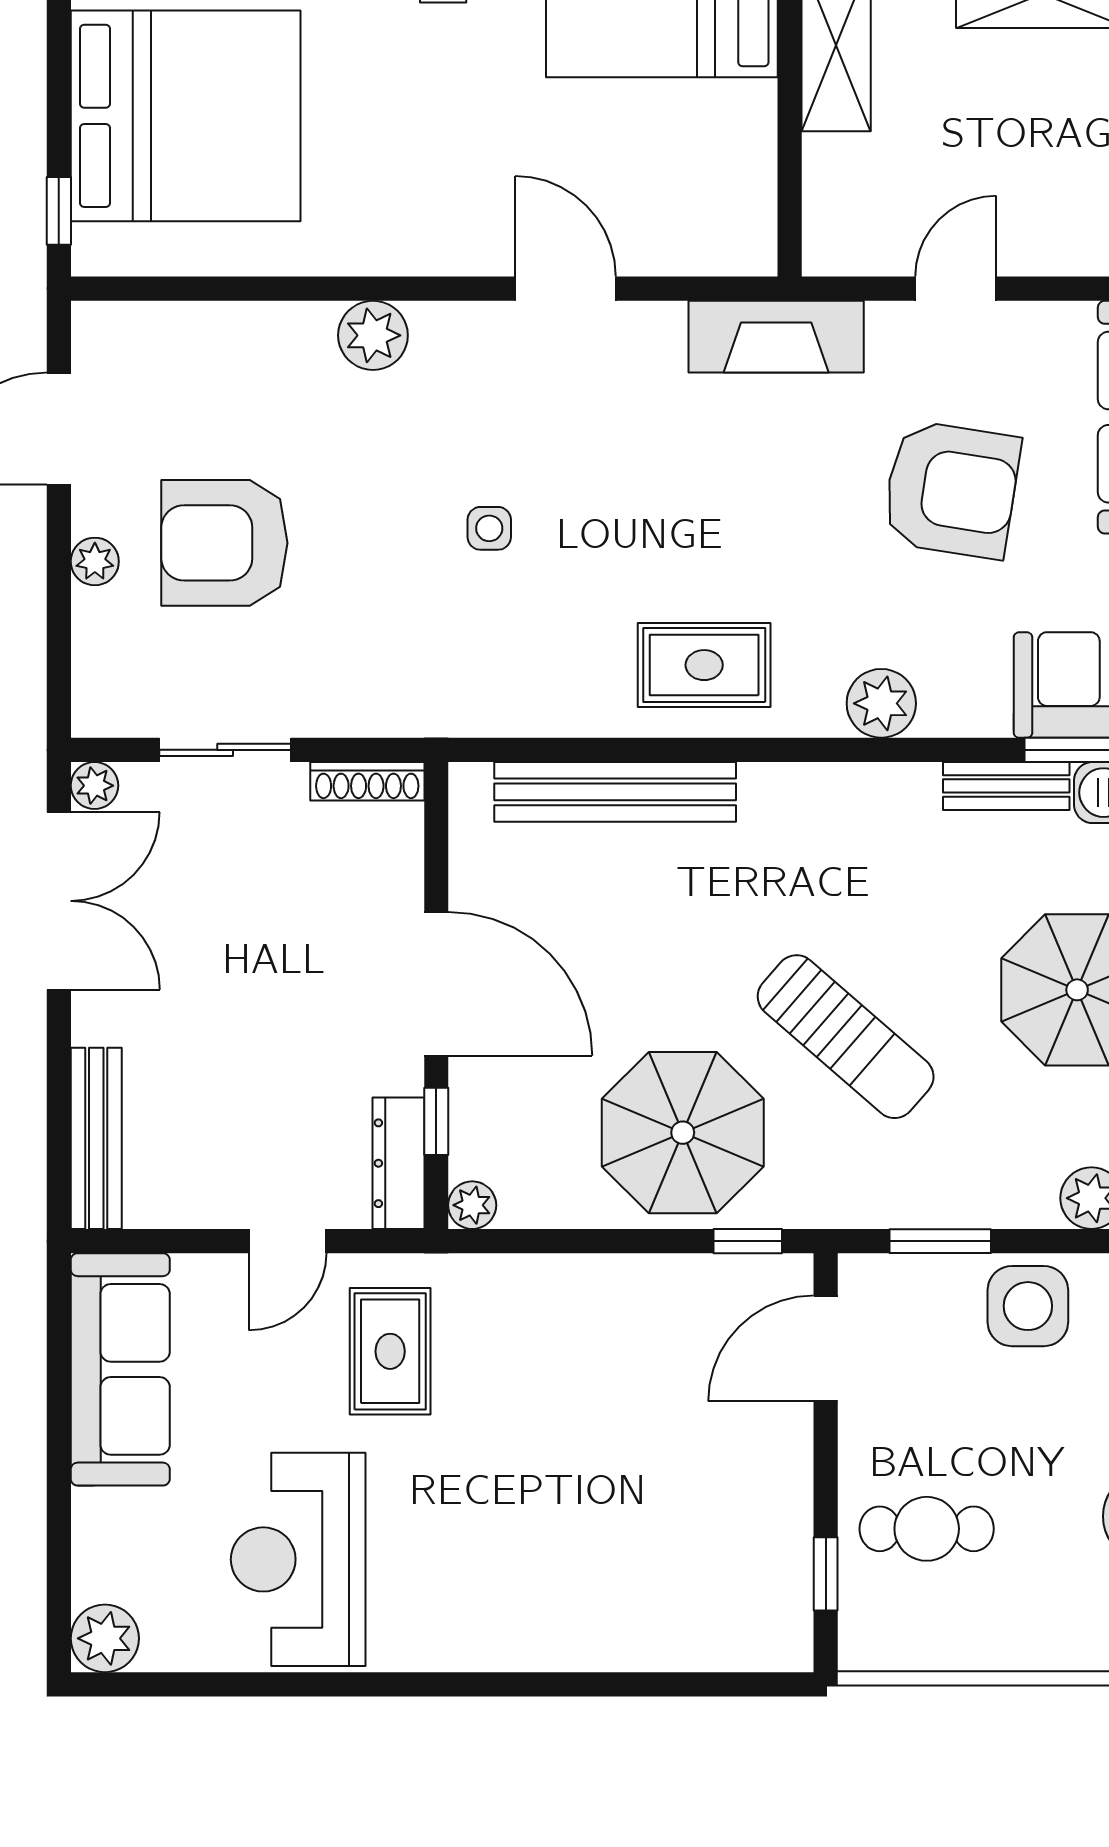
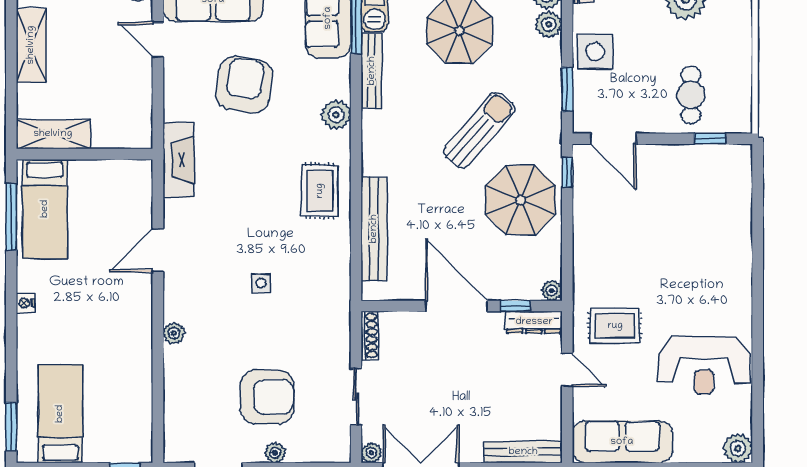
bed: (186, 116) -> (60, 414), width x0.49
door: (956, 289) -> (158, 40), moved
plant: (373, 335) -> (174, 333), width x0.73, depth x0.73
armchair: (224, 543) -> (267, 397), turned -90
bench: (1006, 786) -> (372, 71), width x1.36
door: (436, 984) -> (457, 306), hinge flipped

